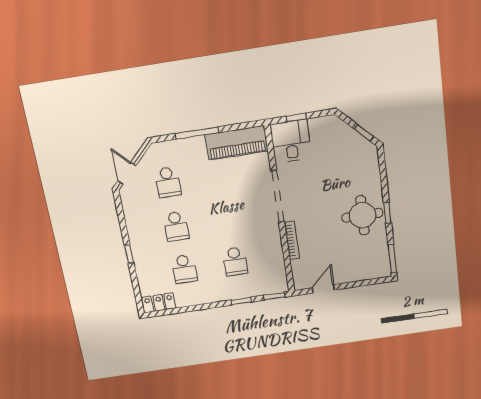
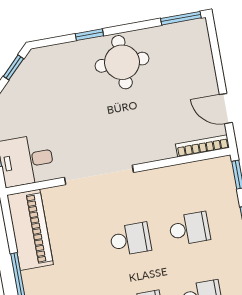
window: (387, 213) -> (89, 35), moved
school desk: (228, 219) -> (130, 239), added
bookcase: (292, 240) -> (202, 146), moved

